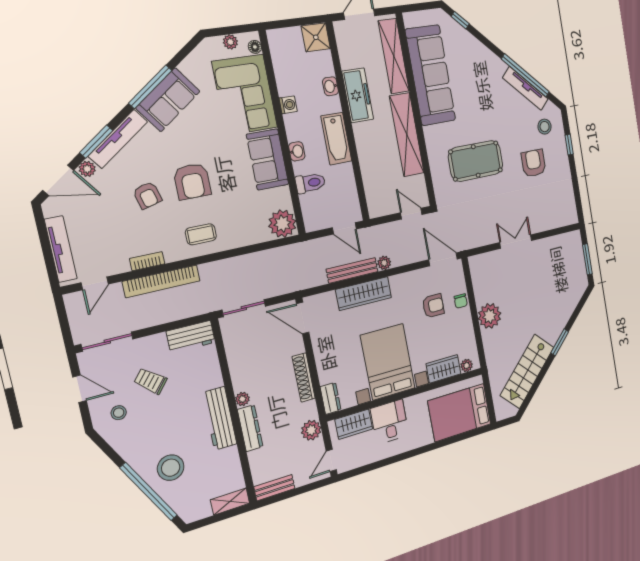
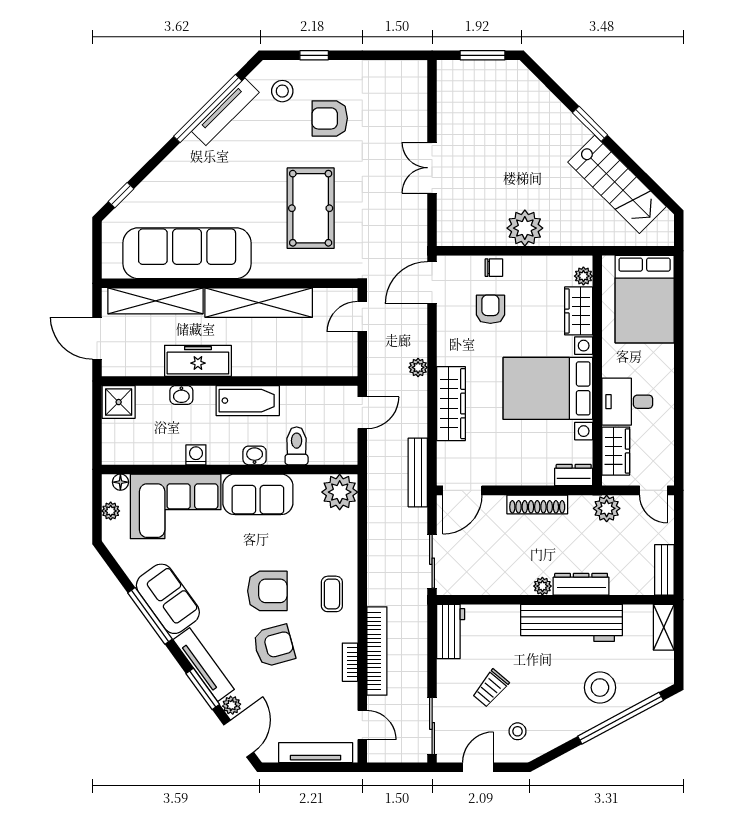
armchair: (147, 195) -> (274, 646), width x1.38, depth x1.38
bench: (352, 270) -> (418, 472), moved
workbench: (220, 418) -> (572, 623), width x1.36, depth x1.32

